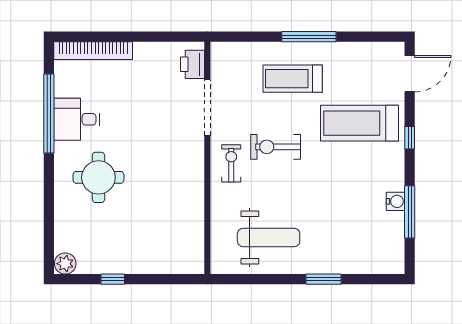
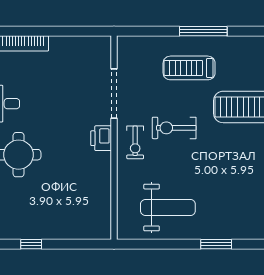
printer: (192, 64) -> (101, 138), moved
exercise bike: (231, 163) -> (135, 142), turned 180

